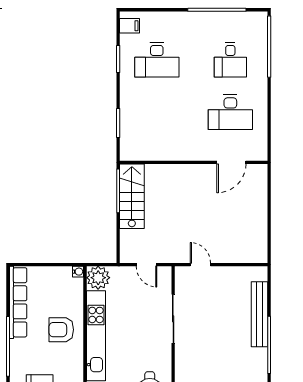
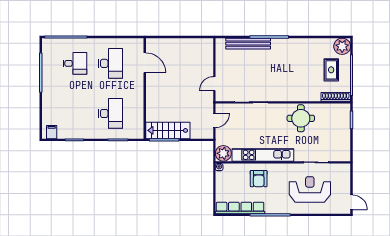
desk: (157, 60) -> (111, 113), moved

